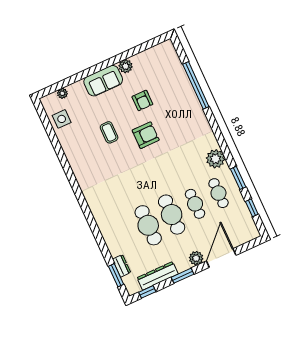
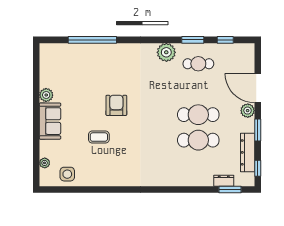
armchair: (142, 100) -> (84, 94), removed
cafe table: (195, 204) -> (198, 89), removed

